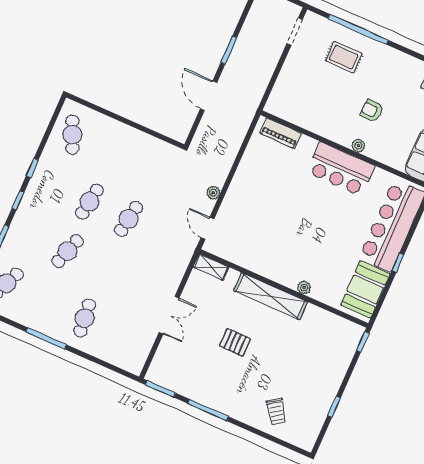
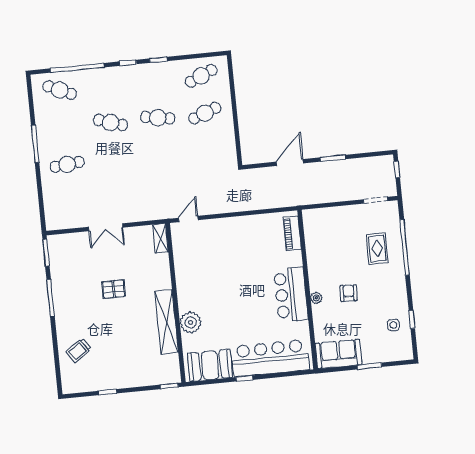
plant: (213, 193) -> (218, 208), removed
cafe table: (129, 219) -> (205, 113), moved, turned -30
plant: (304, 288) -> (191, 322), width x1.88, depth x1.88
shelving: (271, 296) -> (167, 322), moved
pallet: (235, 342) -> (114, 289), turned 90

